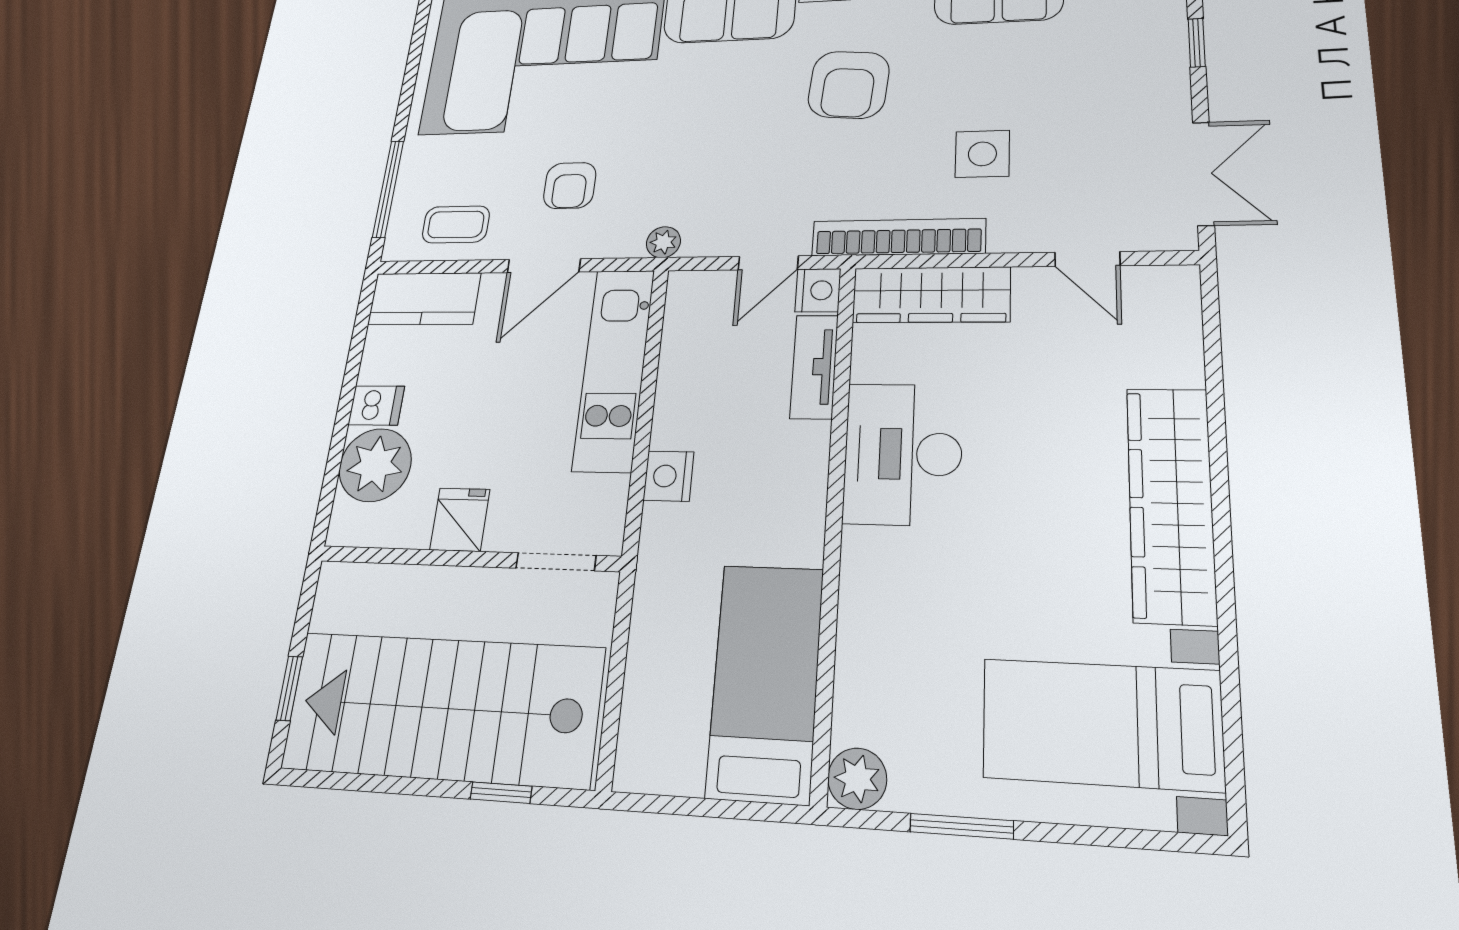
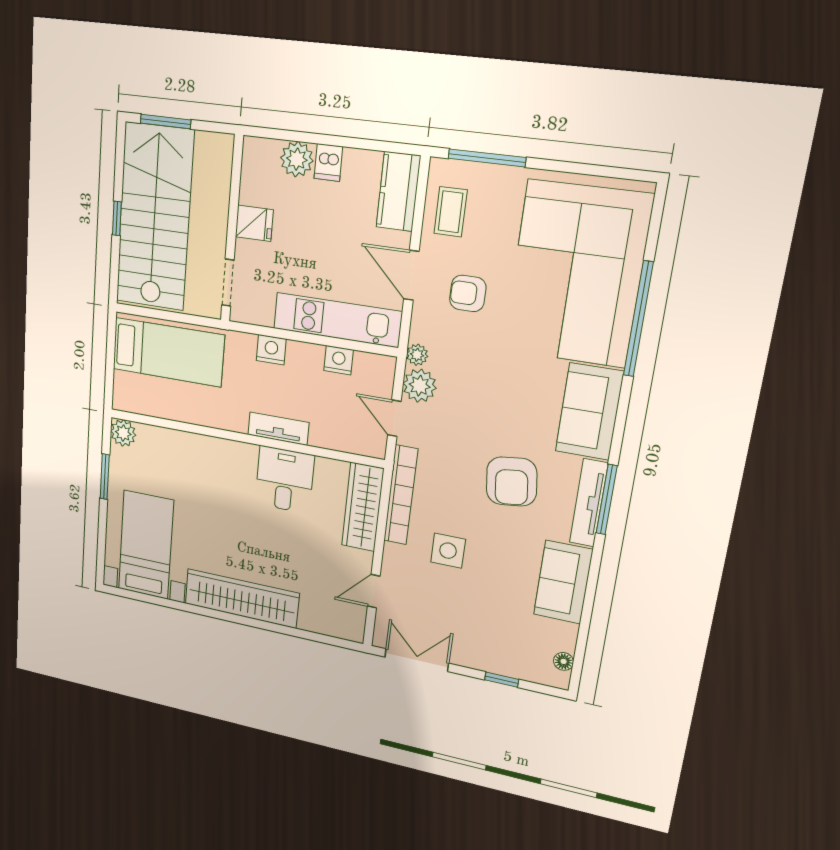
armchair: (849, 85) -> (512, 482), turned -102
double door: (1203, 173) -> (417, 660), swing flipped
plant: (711, 232) -> (420, 386), added
nightstand: (818, 290) -> (339, 360), moved, turned 180
tv unit: (814, 367) -> (278, 429), moved
desk: (903, 454) -> (285, 480), width x0.73
plant: (375, 465) -> (297, 159), width x0.73, depth x0.73
bed: (765, 682) -> (168, 352), moved
window: (289, 688) -> (166, 121), width x1.50
window: (501, 793) -> (117, 218), moved

